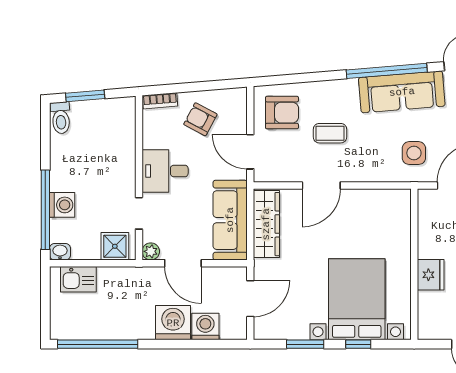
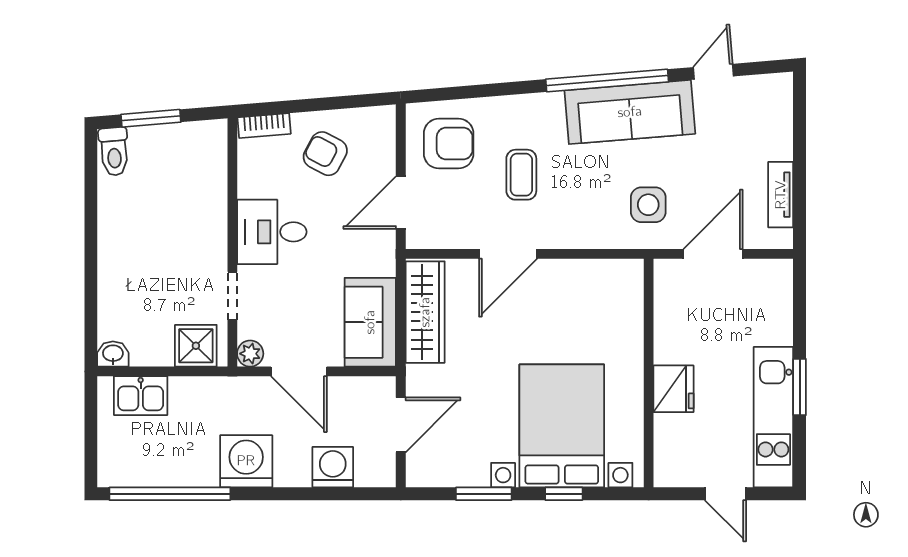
coffee table: (330, 133) -> (521, 175), turned 90
door: (250, 152) -> (401, 203), hinge flipped
washing machine: (62, 205) -> (116, 283), removed
window: (45, 210) -> (91, 290), removed
sofa: (230, 220) -> (370, 322), width x0.73
washing machine: (173, 323) -> (246, 461), moved

